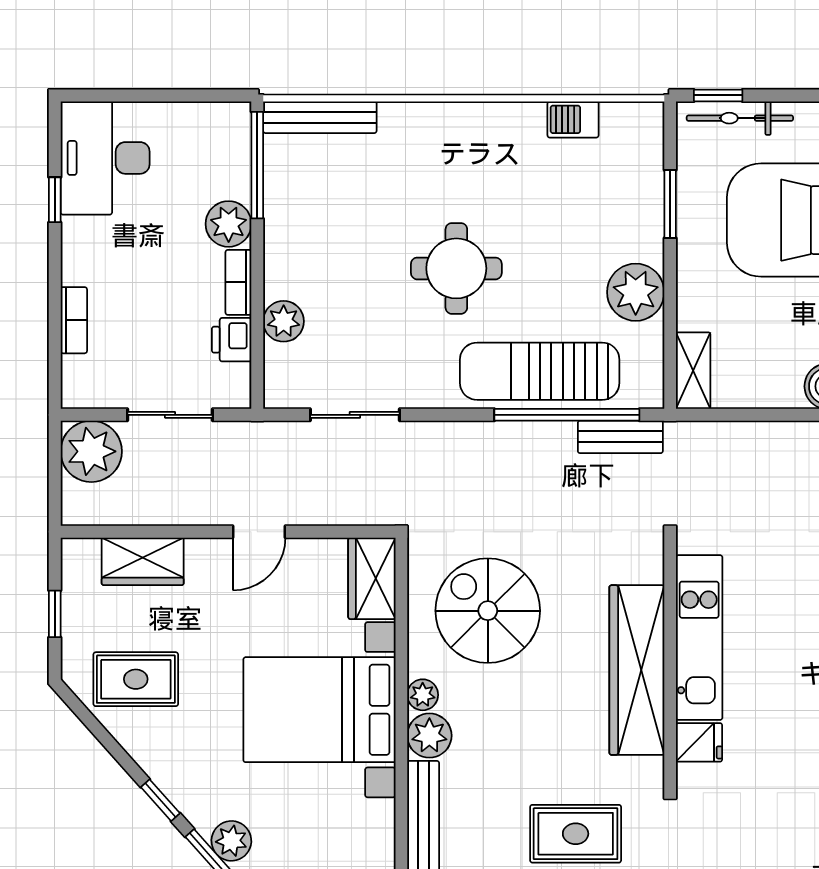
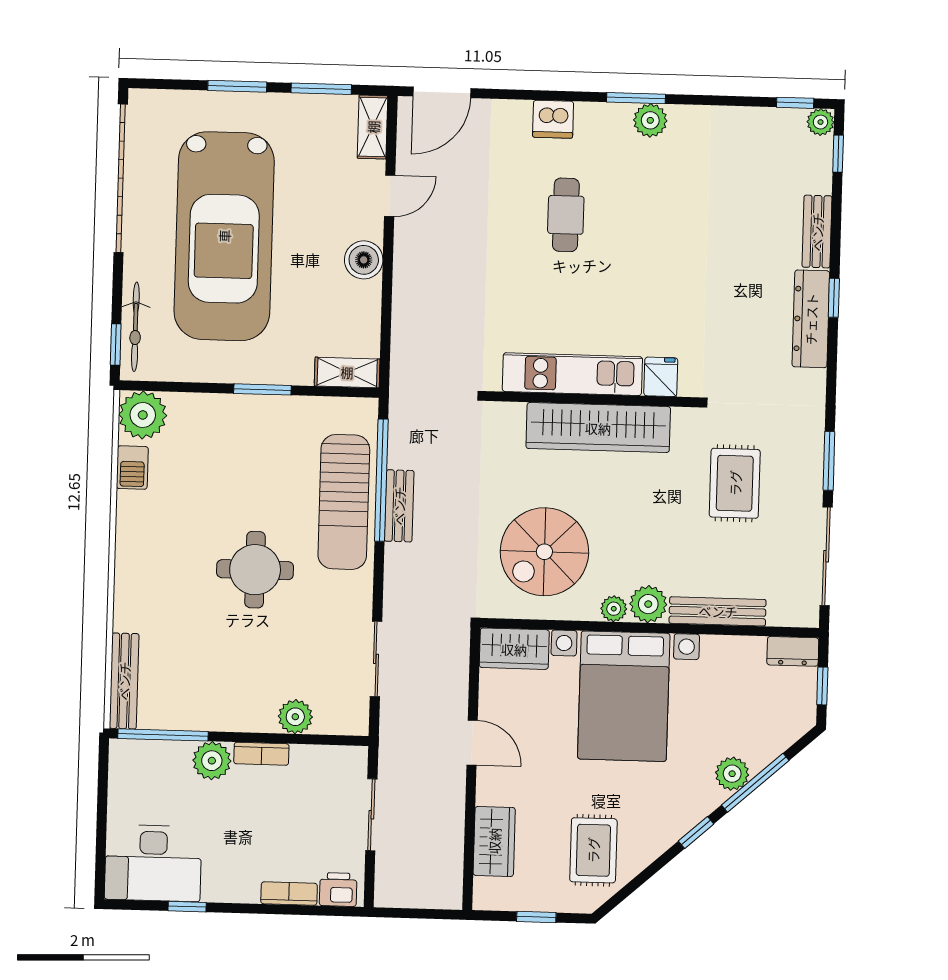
window: (670, 204) -> (262, 389), moved
plant: (636, 292) -> (143, 415), moved
printer: (232, 340) -> (338, 889), moved, turned 180
bench: (620, 437) -> (399, 506), moved
plant: (91, 451) -> (400, 882), removed

